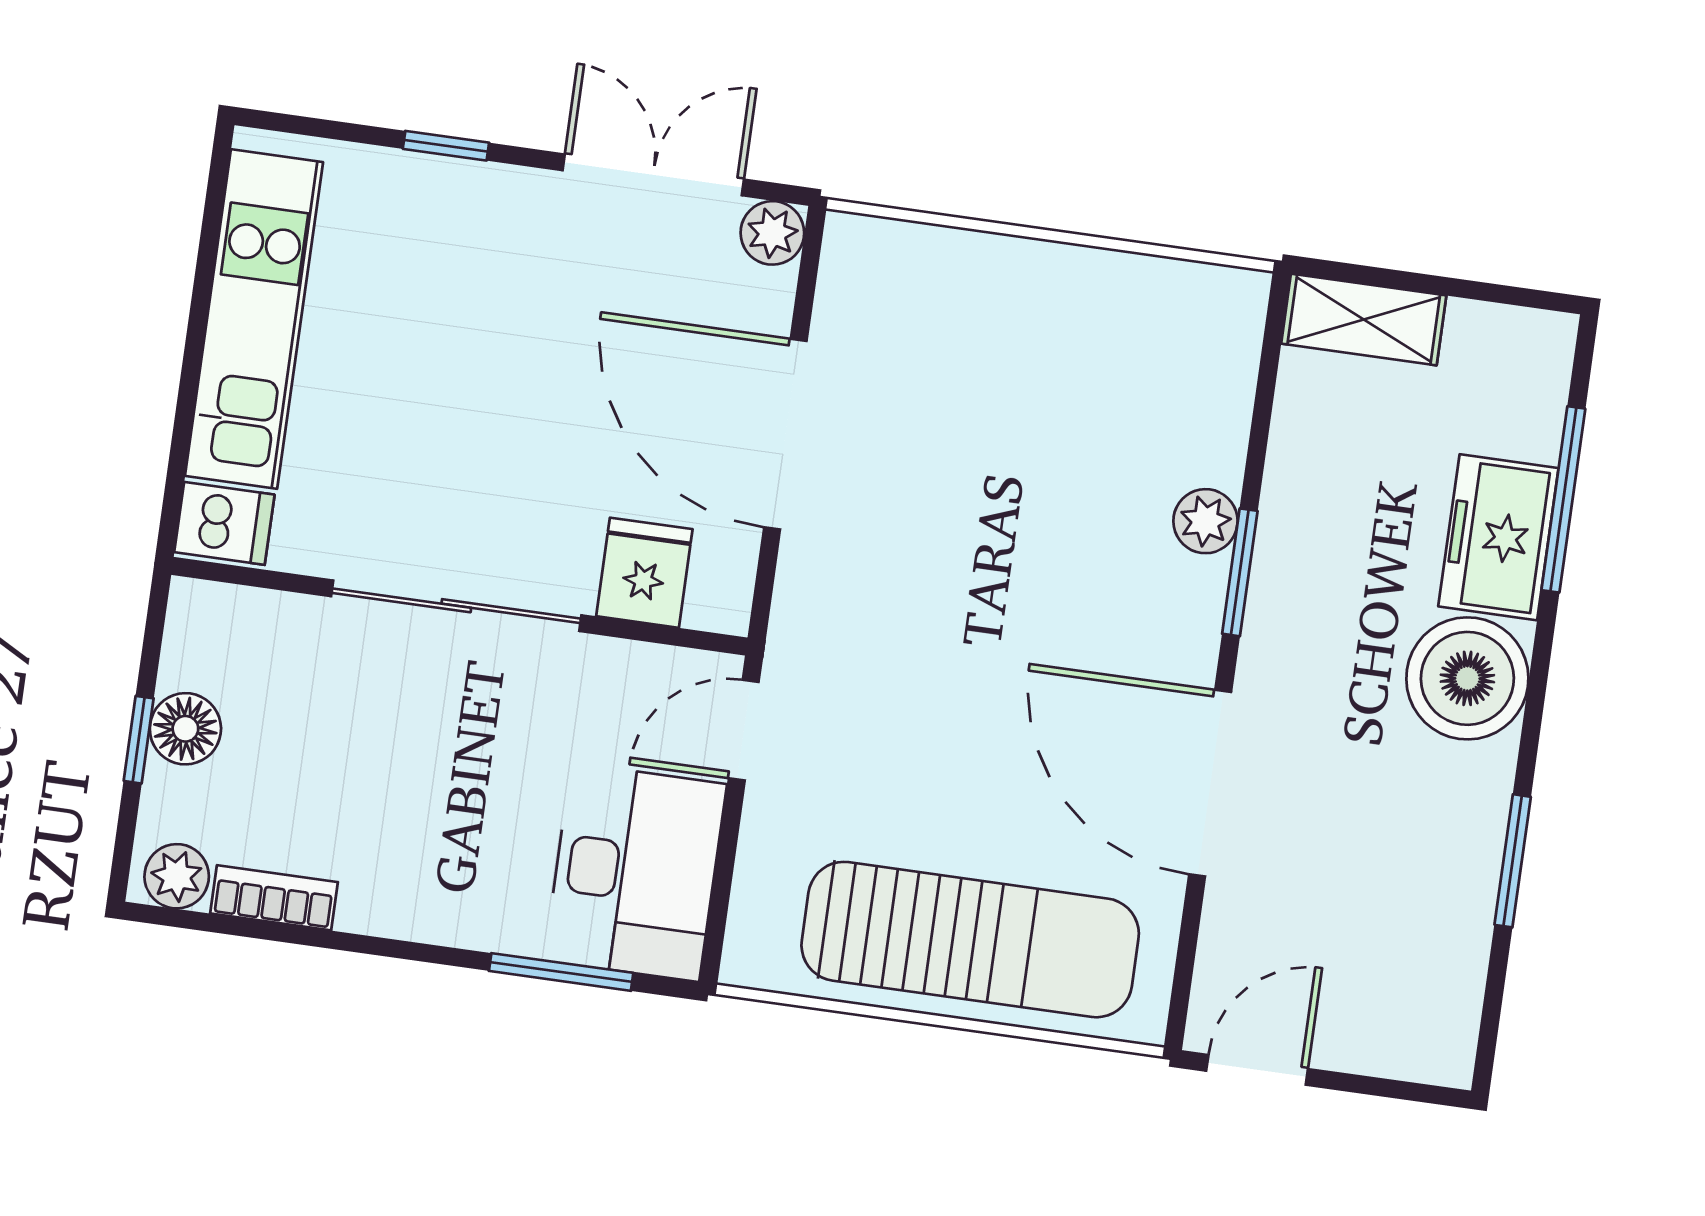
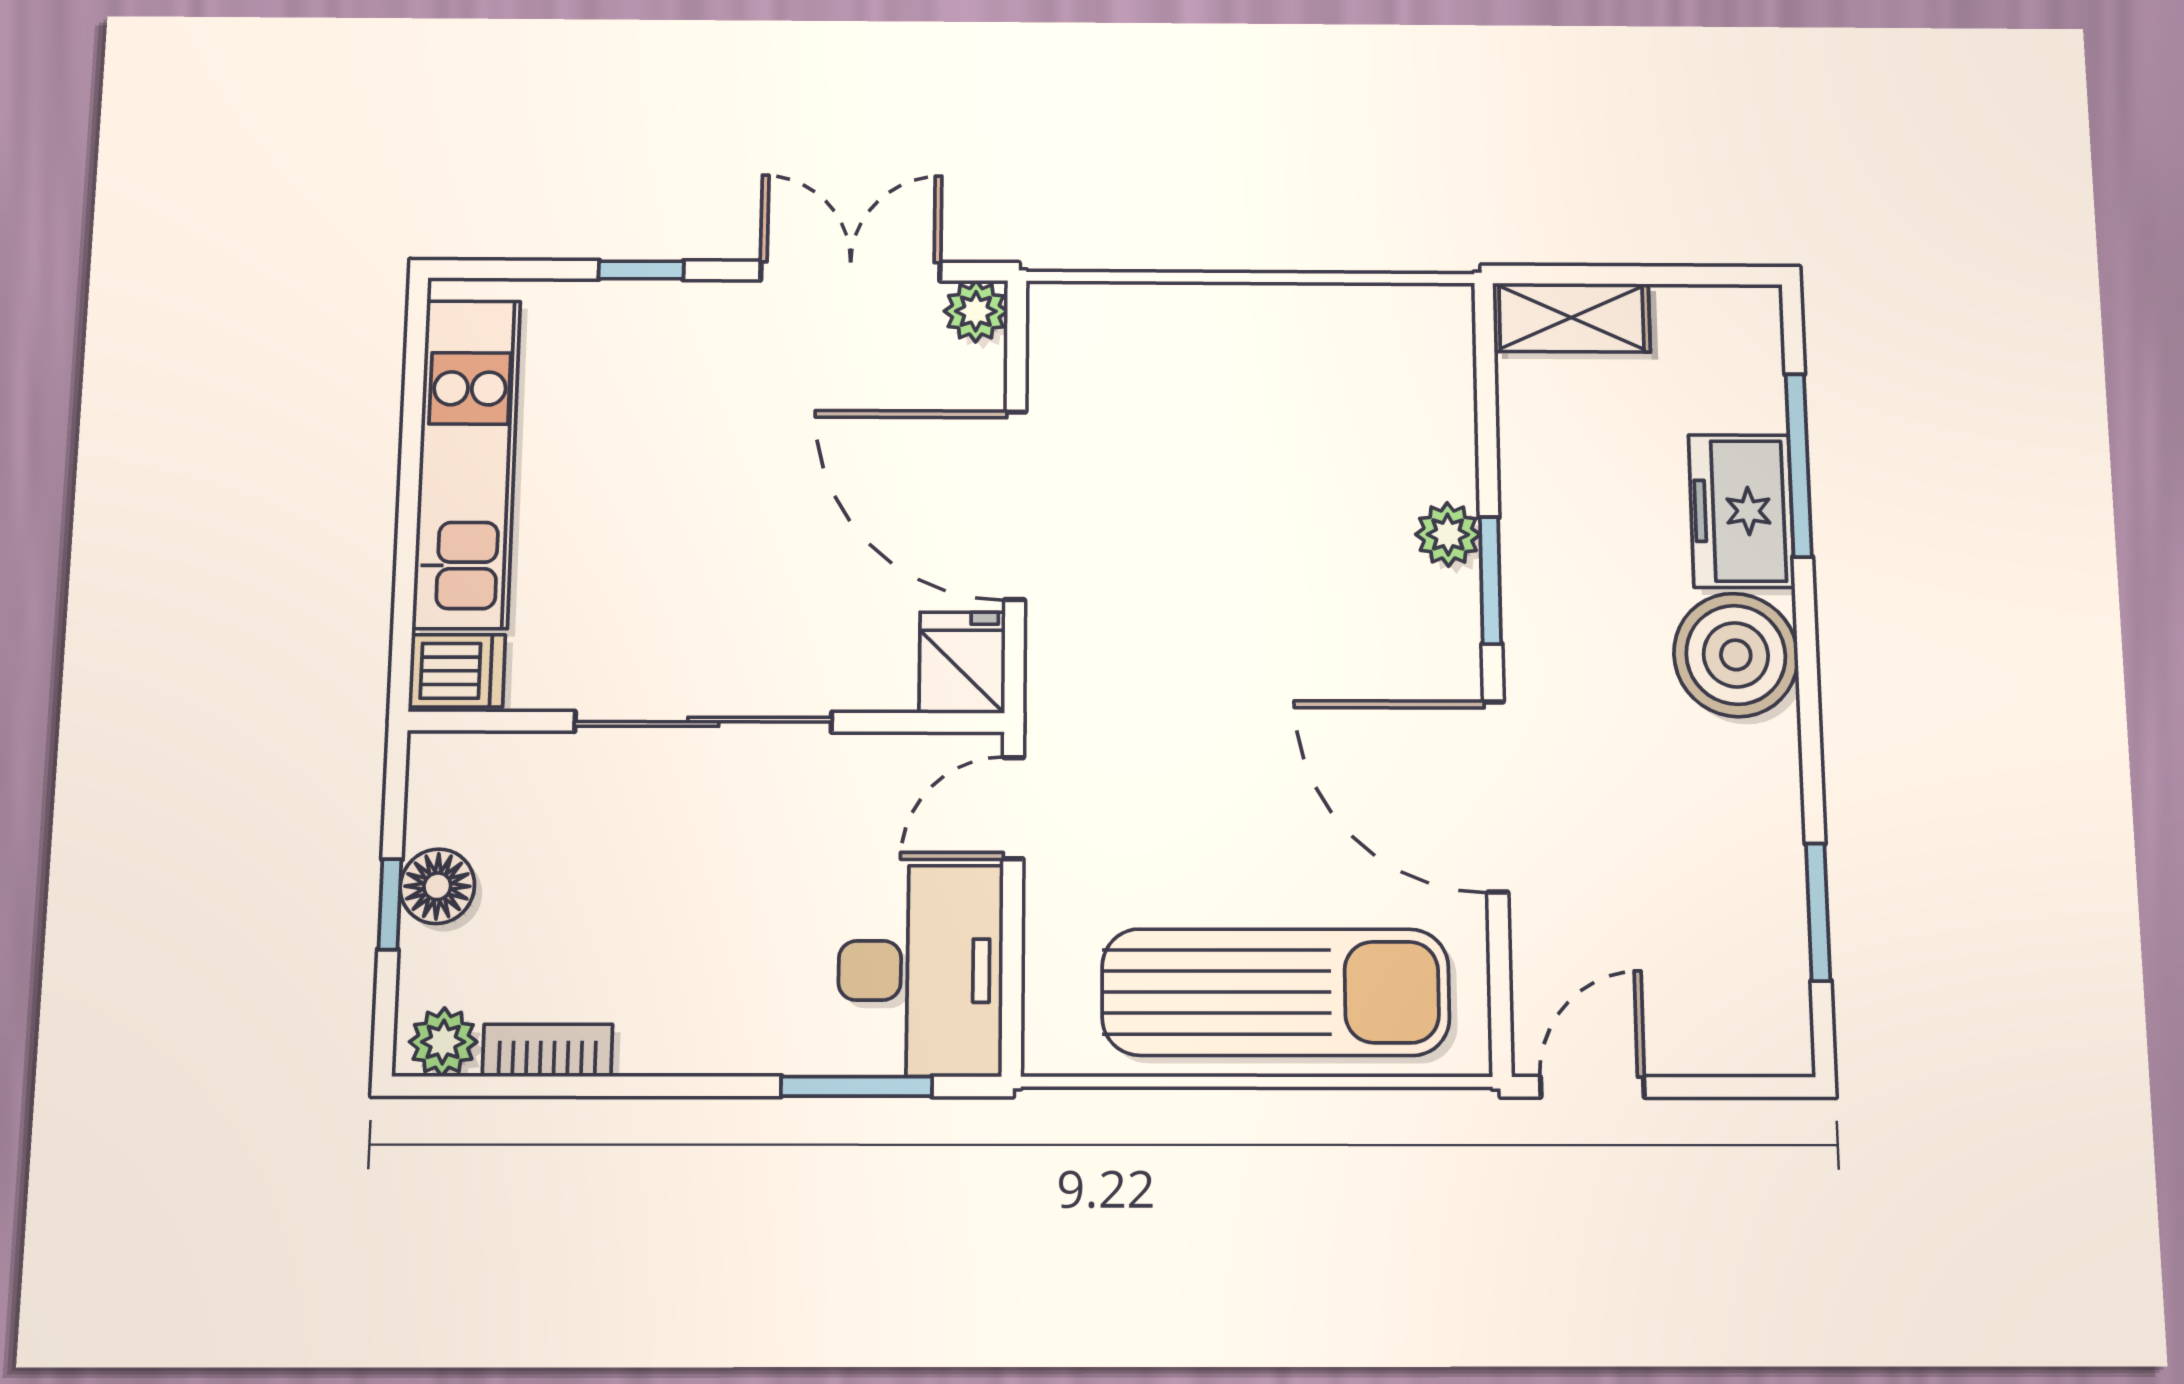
fridge: (644, 573) -> (962, 662), moved
window: (1513, 861) -> (1818, 912), moved

